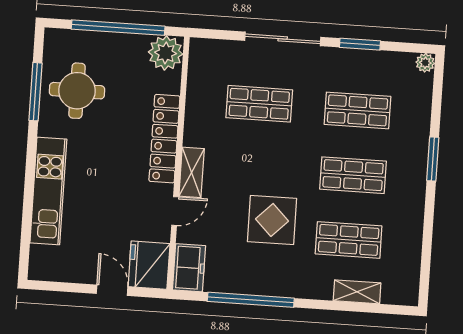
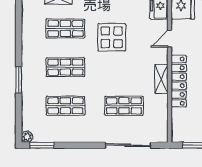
sliding door: (283, 39) -> (128, 145), moved
window: (360, 44) -> (42, 145), moved
plant: (166, 53) -> (182, 132), removed
shelving: (192, 172) -> (161, 79), moved

